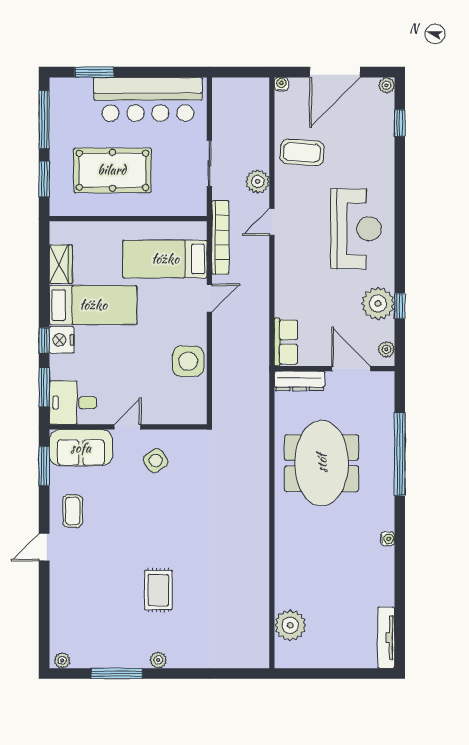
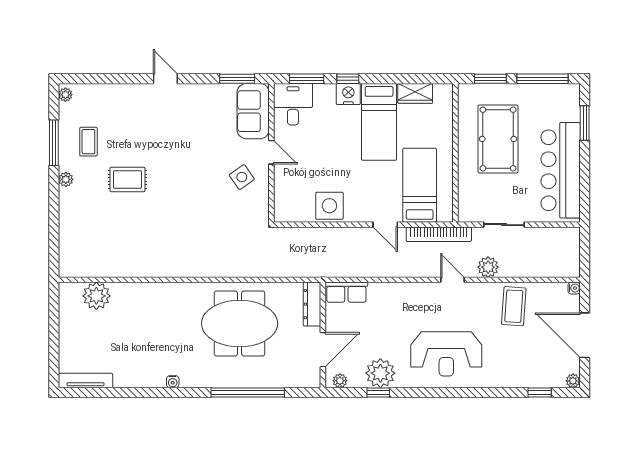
coffee table: (73, 511) -> (88, 142), moved, turned 90

